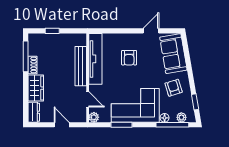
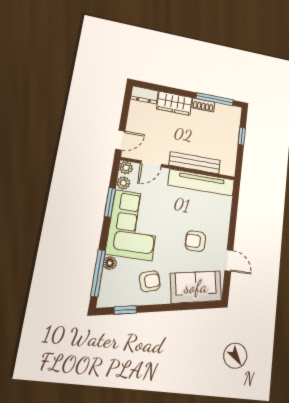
armchair: (129, 58) -> (195, 241), moved
plant: (181, 117) -> (123, 183), moved
door: (62, 125) -> (120, 140), moved

